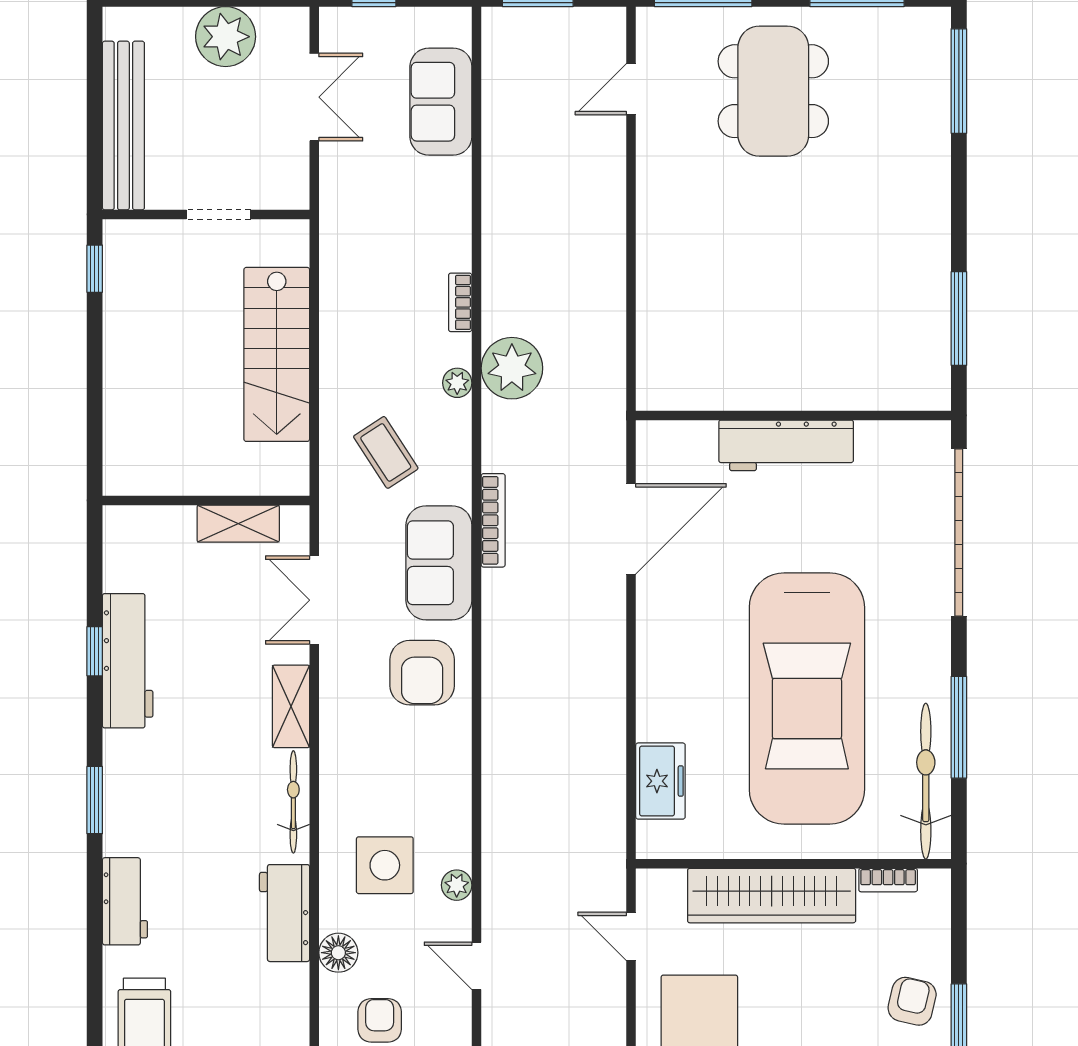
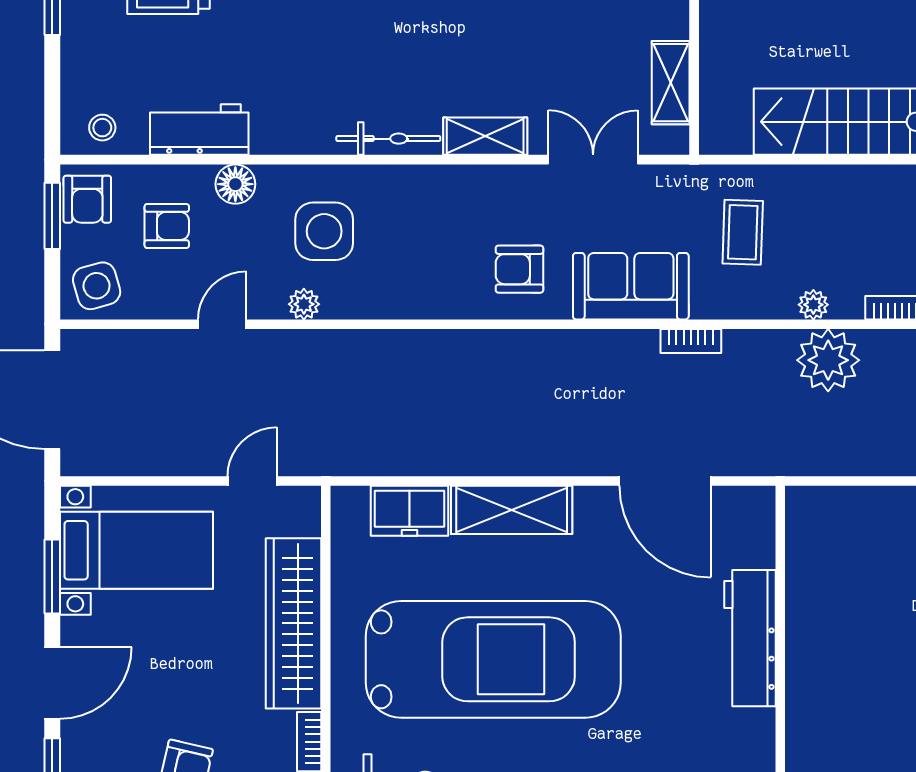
coffee table: (386, 452) -> (743, 232), turned -55
bookcase: (493, 520) -> (691, 341), width x0.64
armchair: (422, 673) -> (519, 269), width x0.72, depth x0.72
shelving: (660, 680) -> (512, 510), added
car: (807, 698) -> (493, 659), turned 180
workbench: (285, 913) -> (199, 130), moved

